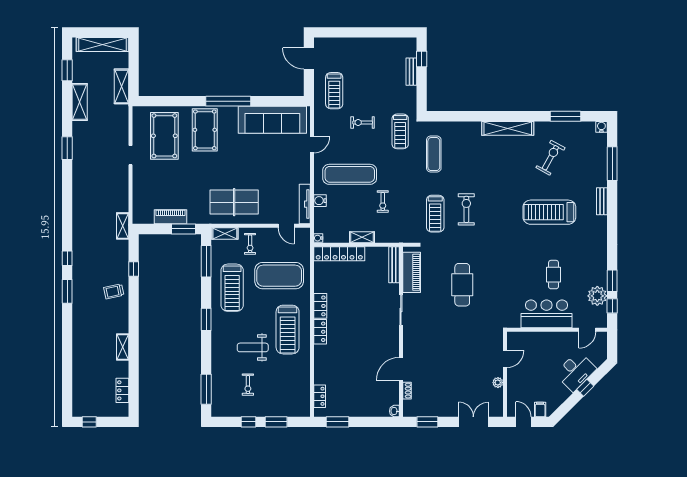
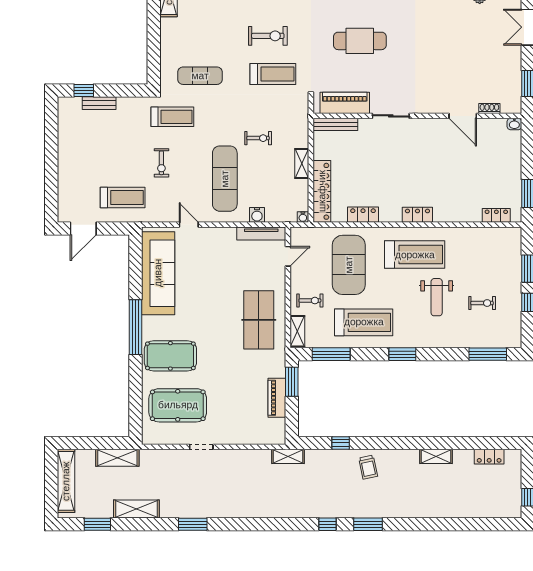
exercise bike: (466, 209) -> (268, 36), turned 180
locker: (320, 306) -> (363, 215), moved

